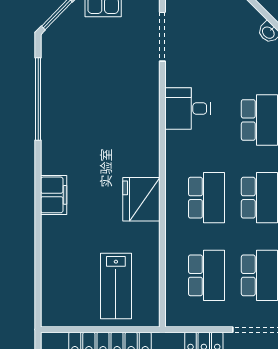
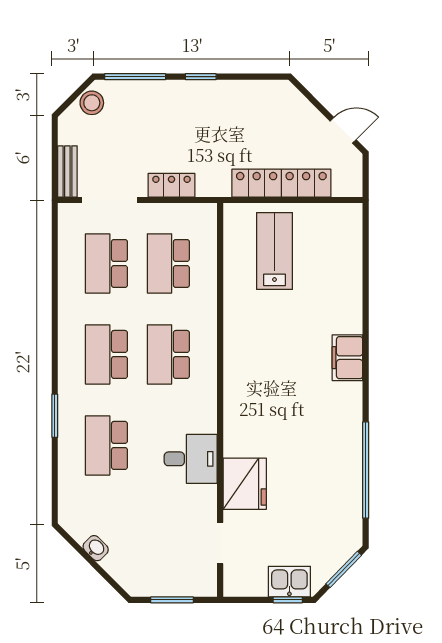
doorway: (162, 37) -> (220, 543), width x0.73
fridge: (141, 199) -> (245, 484), moved

